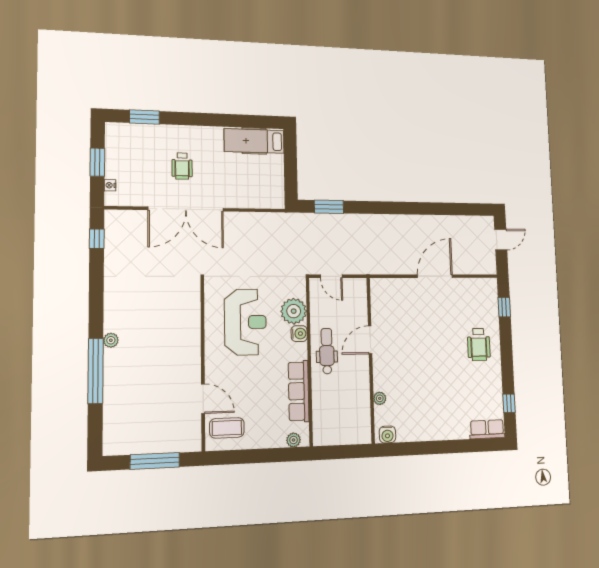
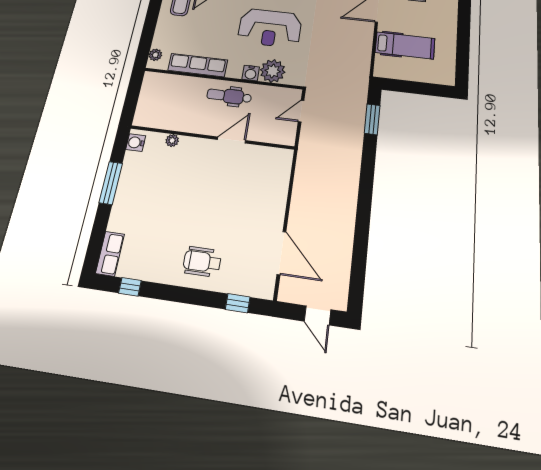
hospital bed: (254, 141) -> (405, 46), moved, turned 90
door: (435, 276) -> (281, 253), moved
door: (370, 340) -> (231, 140), hinge flipped
dental chair: (327, 351) -> (229, 96), turned 180
window: (428, 448) -> (111, 183), added

